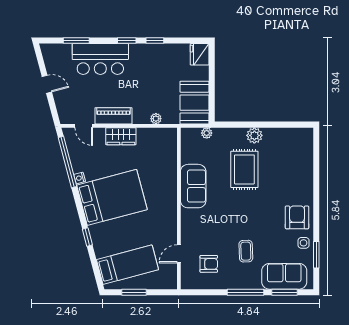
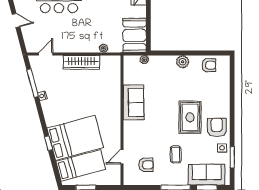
piano: (113, 116) -> (69, 46), removed
door: (84, 126) -> (46, 54), swing flipped
wardrobe: (121, 136) -> (81, 62), width x1.50
armchair: (287, 140) -> (209, 65), added
window: (67, 162) -> (33, 83), width x0.68
rug: (244, 169) -> (190, 117), moved
bed: (112, 197) -> (75, 138), moved

